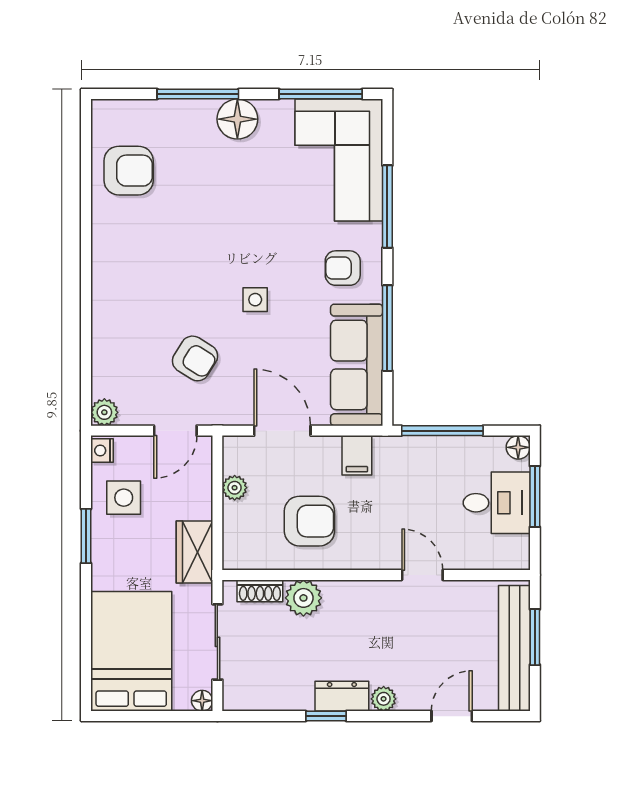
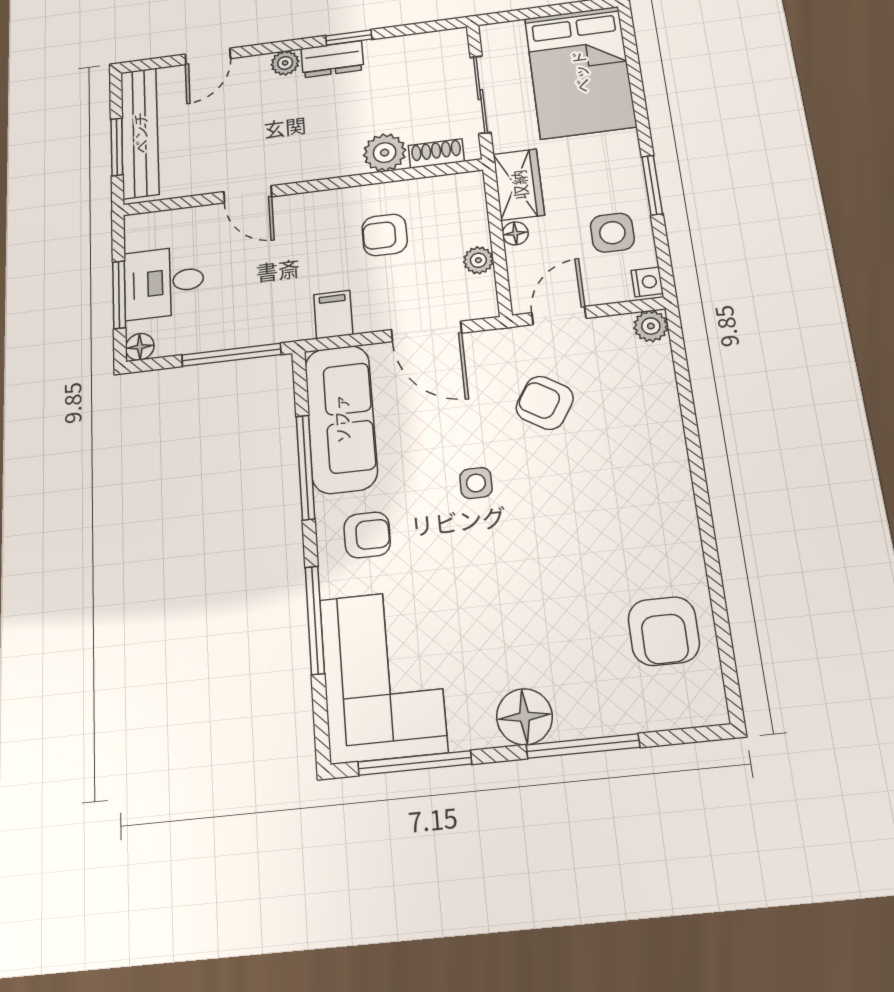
armchair: (129, 171) -> (664, 631), turned -90
armchair: (309, 521) -> (385, 235), width x0.72, depth x0.72
floor lamp: (202, 701) -> (515, 233), moved

